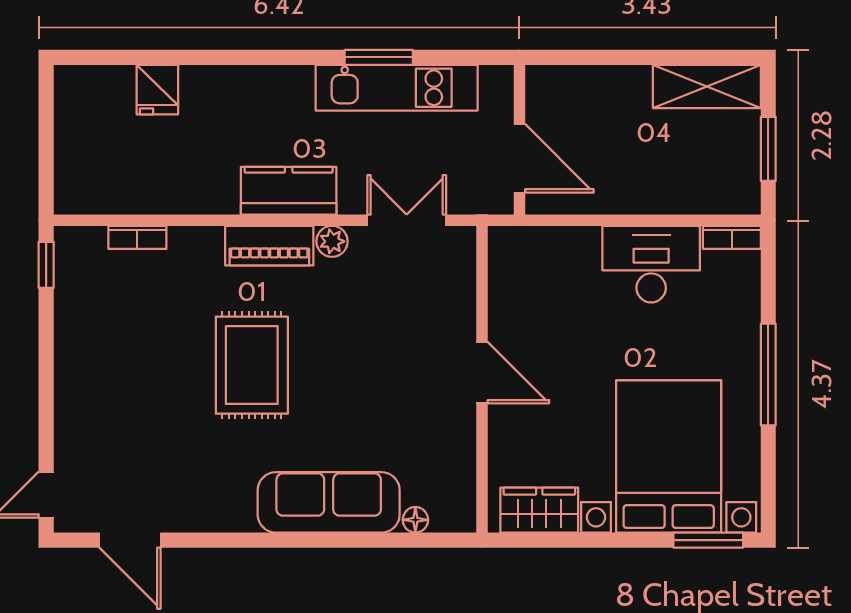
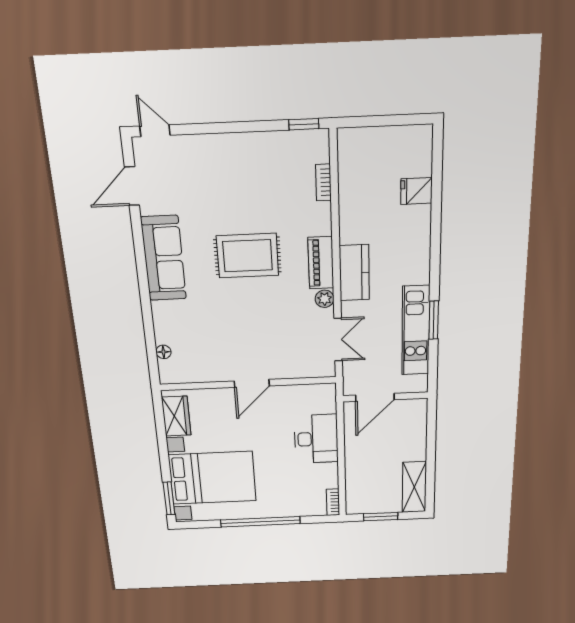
desk: (651, 264) -> (316, 439), moved
window: (768, 375) -> (260, 522), width x1.46
sofa: (329, 502) -> (164, 258), moved

